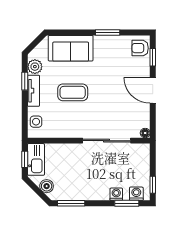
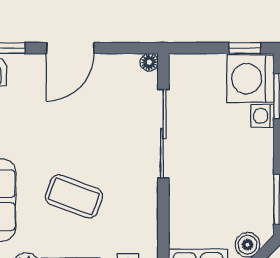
coffee table: (73, 92) -> (74, 196), turned -70
washing machine: (136, 194) -> (250, 79), width x1.89, depth x1.89

